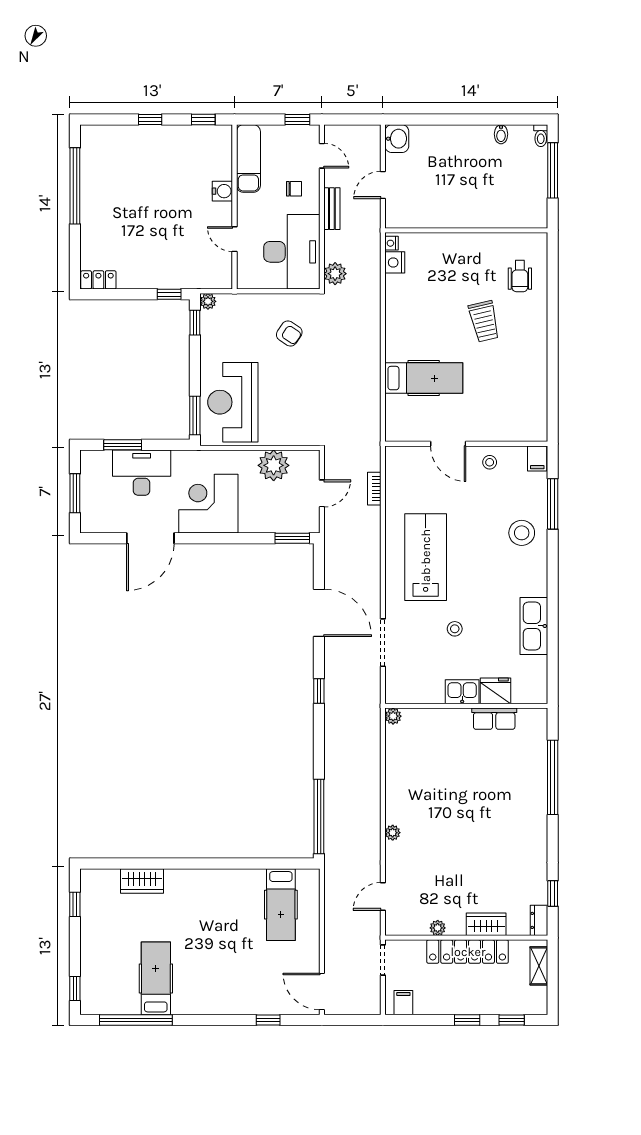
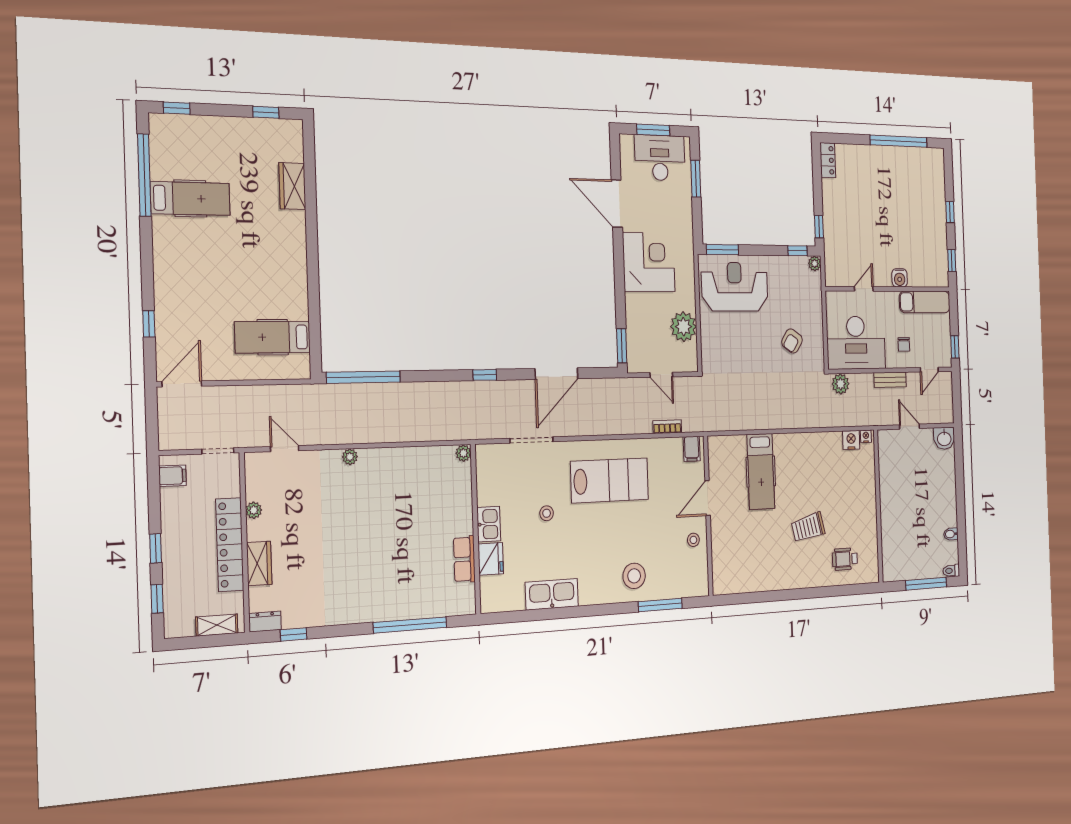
filing cabinet: (537, 458) -> (692, 449), moved, turned -90
desk: (142, 473) -> (660, 158), moved, turned -90

